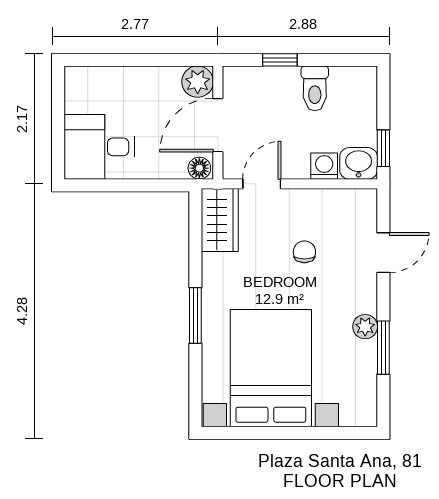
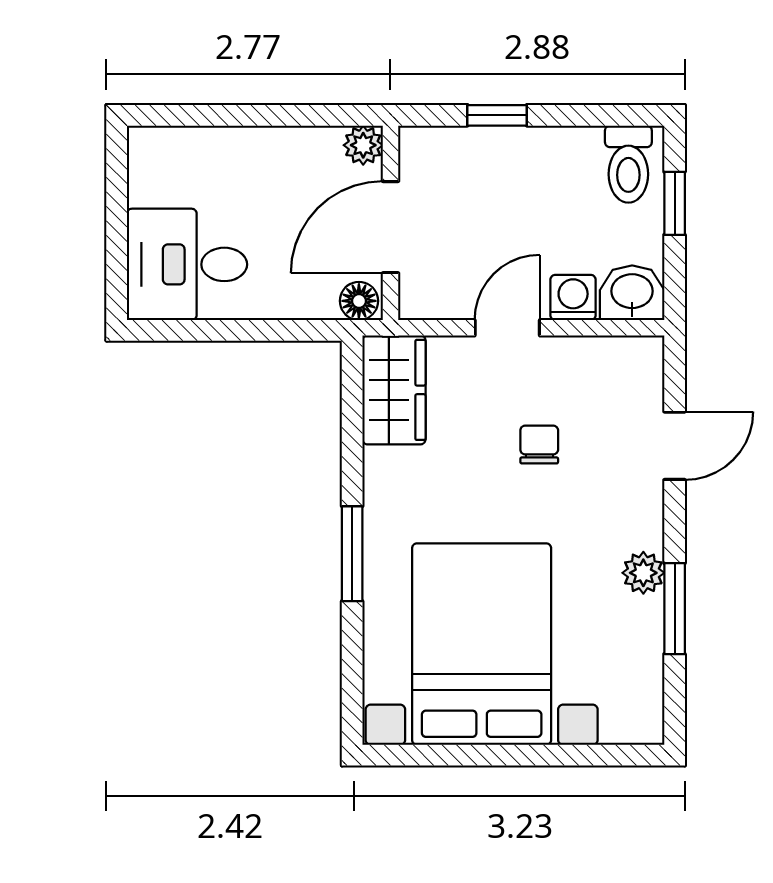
plant: (198, 82) -> (363, 145), width x0.73, depth x0.73
toilet: (315, 88) -> (628, 164), moved
window: (383, 148) -> (675, 203), moved
door: (262, 184) -> (507, 328), moved

